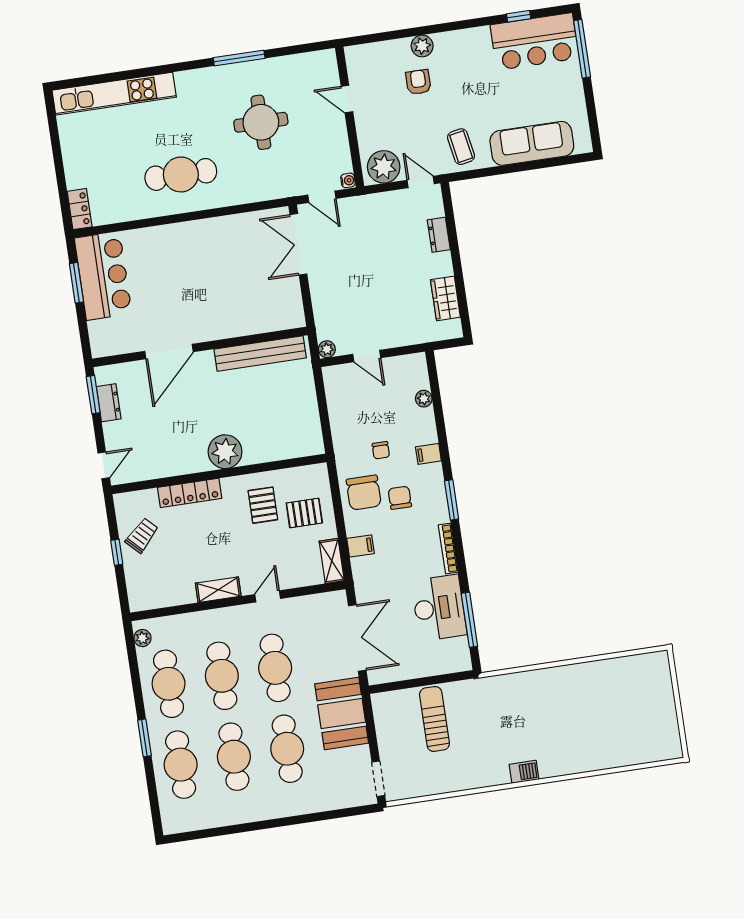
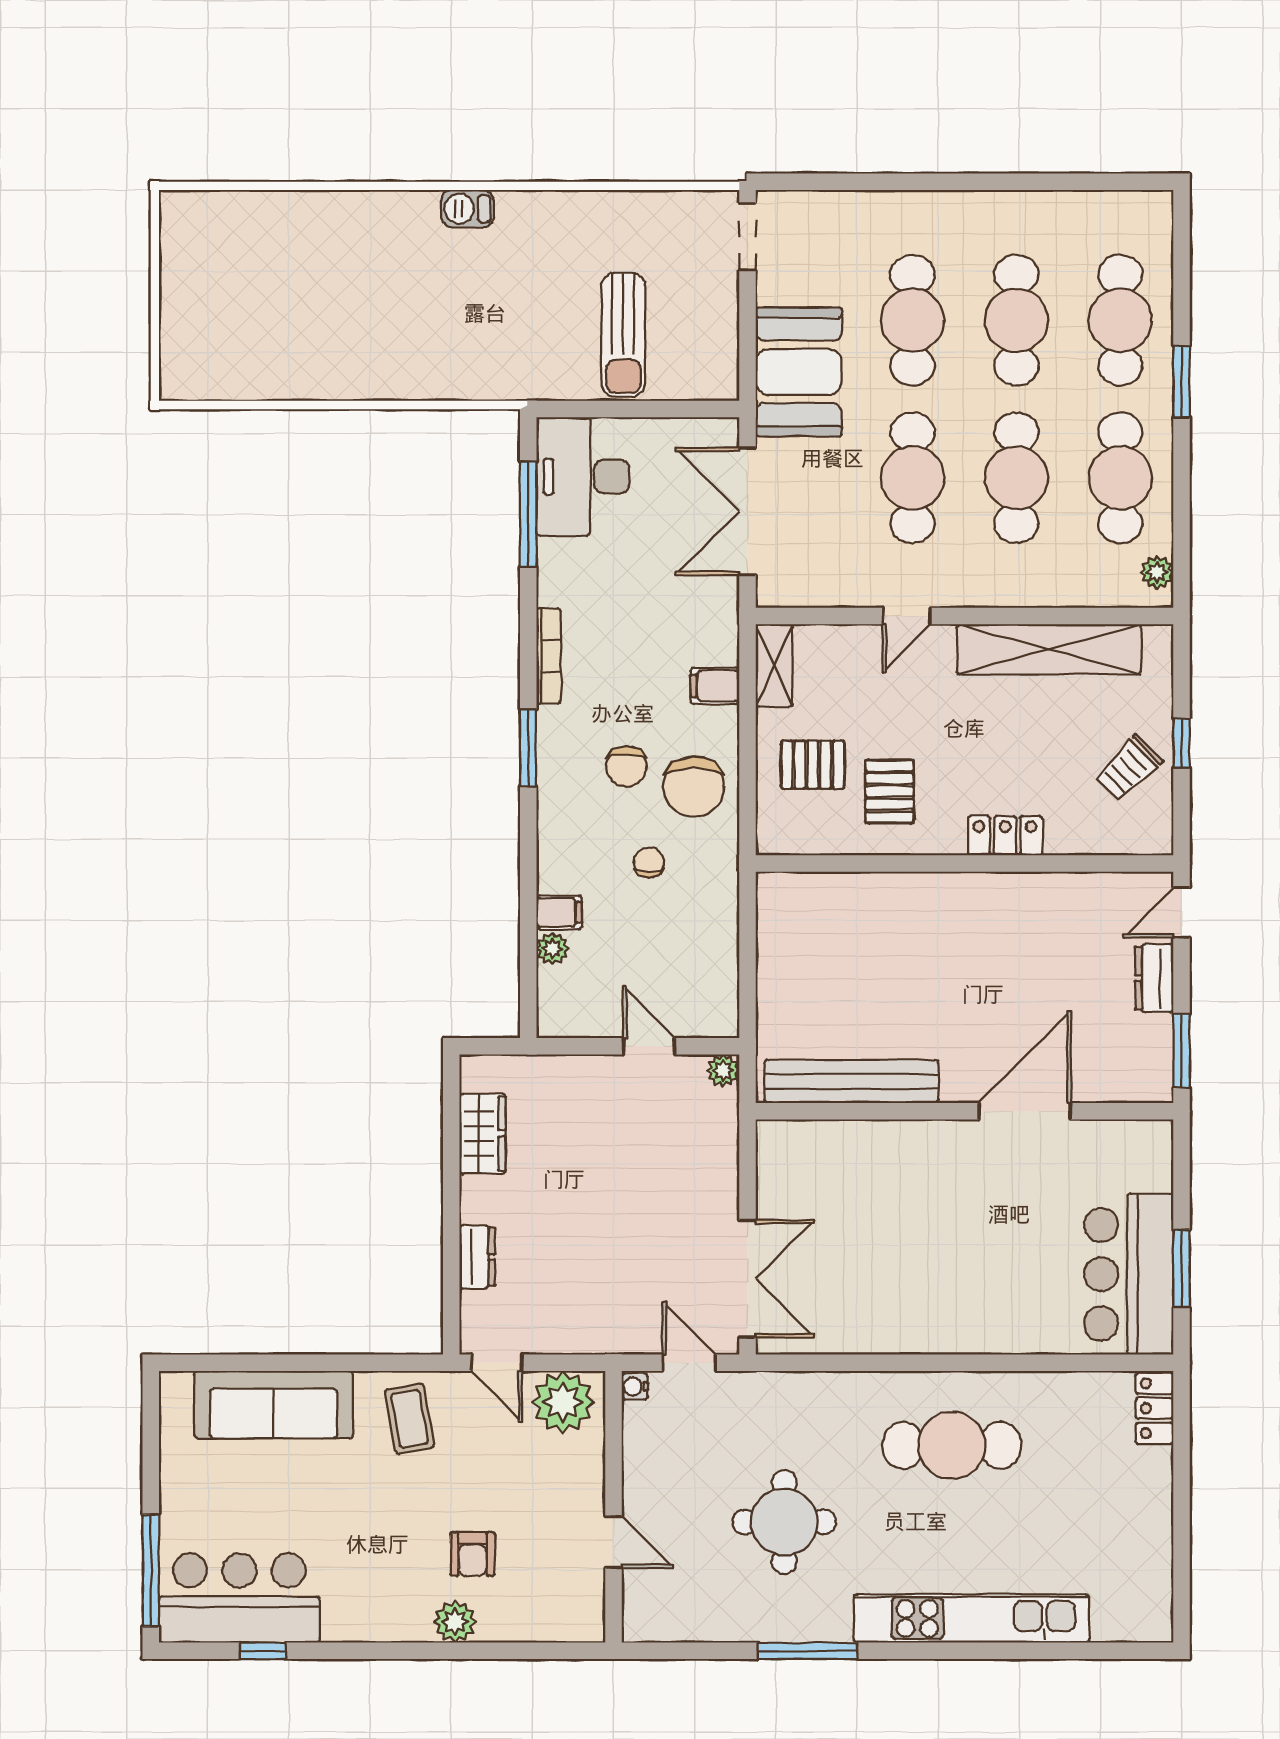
kitchen unit: (114, 94) -> (972, 1618), moved
dresser: (109, 403) -> (1154, 978), moved
plant: (225, 452) -> (946, 904), removed
filing cabinet: (428, 454) -> (559, 912), moved
locker: (190, 493) -> (1005, 836), width x0.66
chair: (364, 493) -> (694, 787), turned 180
shelving: (218, 590) -> (1049, 649), width x2.20, depth x1.33
desk: (439, 608) -> (583, 477), moved

